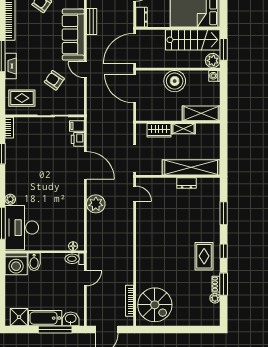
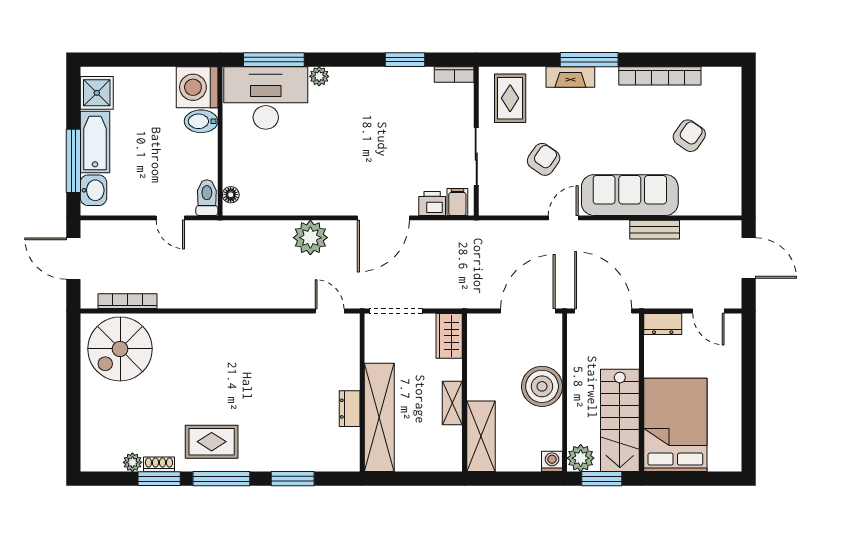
wardrobe: (159, 130) -> (449, 336), moved
door: (135, 194) -> (330, 311), swing flipped
window: (224, 251) -> (221, 479), width x2.17

